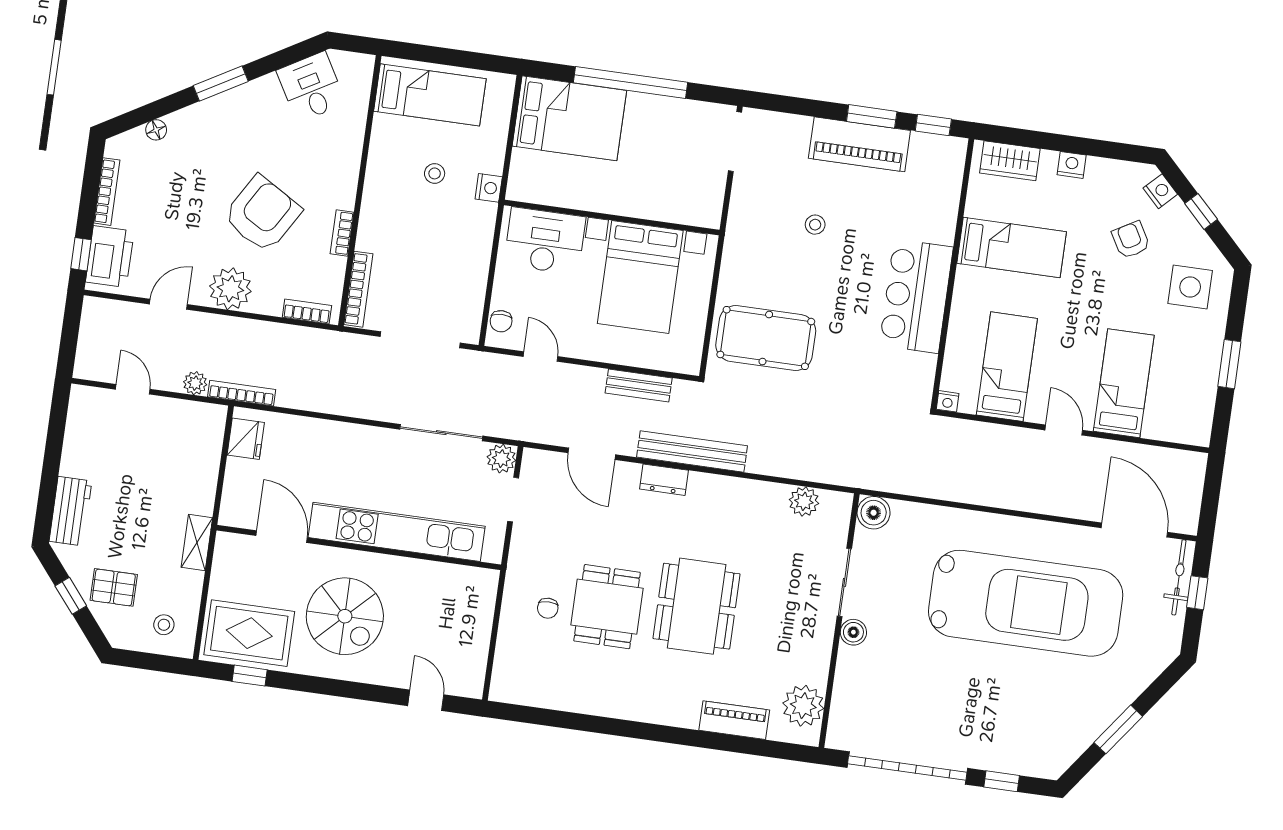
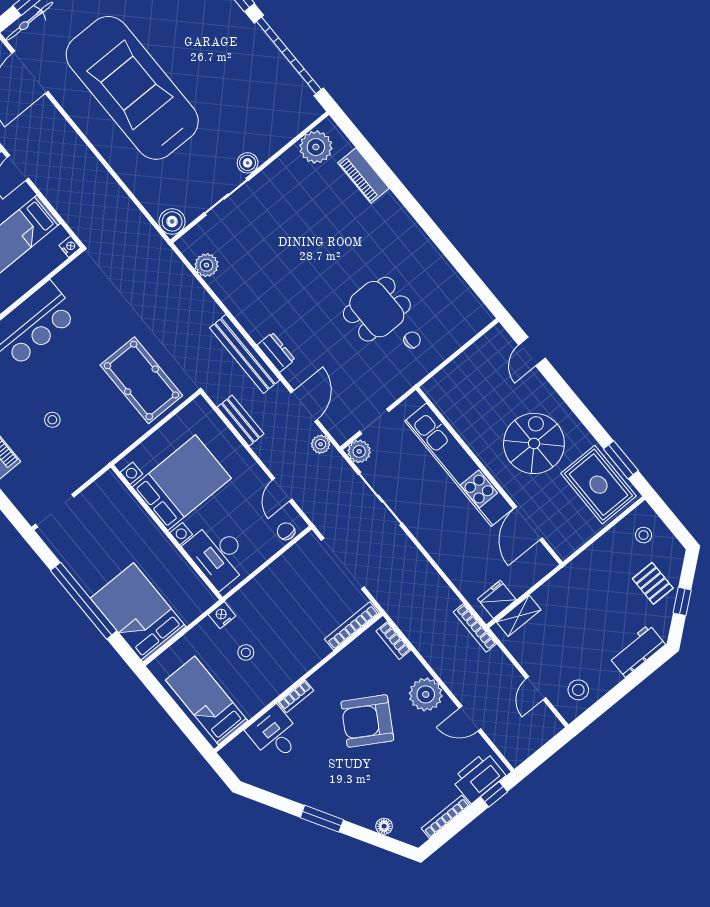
desk: (311, 87) -> (275, 734), moved, turned 120
bookcase: (342, 233) -> (296, 696), moved
chair: (501, 321) -> (286, 531), turned -89
plant: (195, 383) -> (321, 444), moved
stool: (92, 424) -> (578, 690), added
shelving: (197, 542) -> (519, 616), moved
dining table: (697, 606) -> (325, 262), removed
window: (250, 676) -> (621, 460), width x1.50

